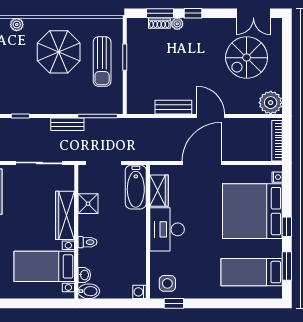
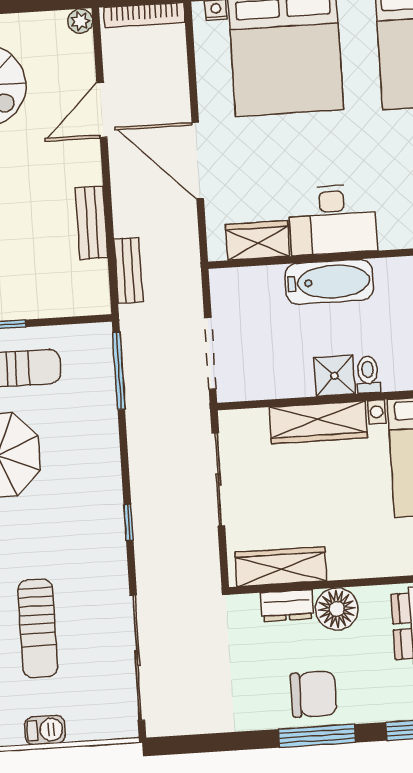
plant: (271, 103) -> (80, 21), width x0.53, depth x0.53
door: (211, 116) -> (102, 110), moved
bench: (67, 124) -> (128, 270), moved
bathtub: (136, 187) -> (329, 282), moved
shower: (88, 204) -> (335, 376), moved

